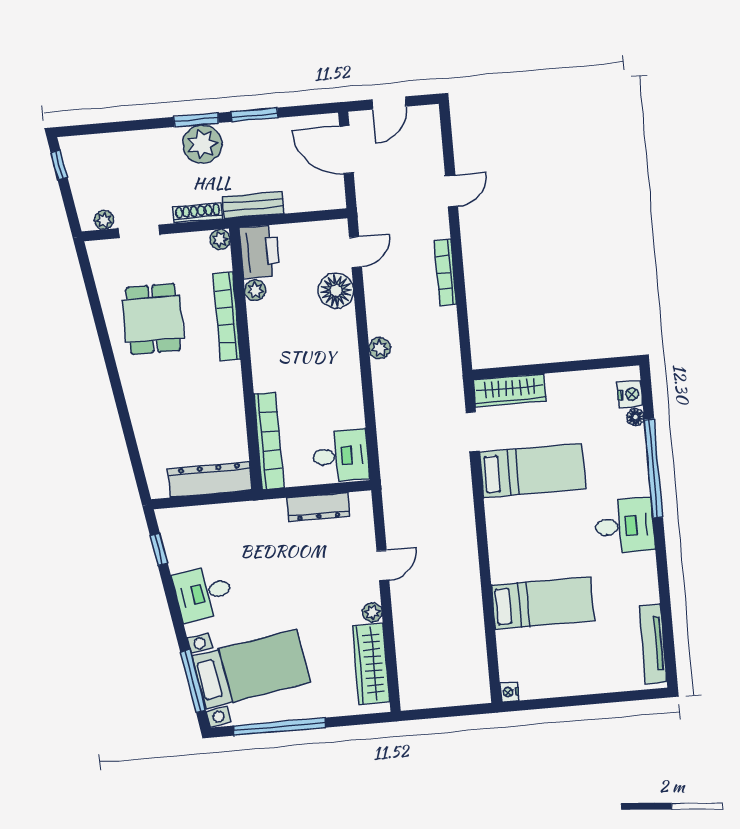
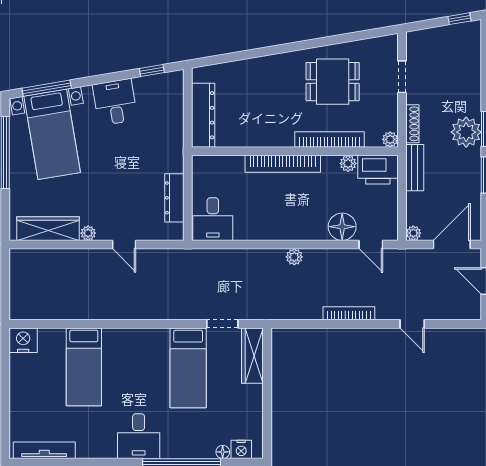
plant: (104, 220) -> (413, 233), moved
bookcase: (269, 441) -> (283, 164), moved
nightstand: (509, 692) -> (23, 340), width x1.89, depth x1.79

